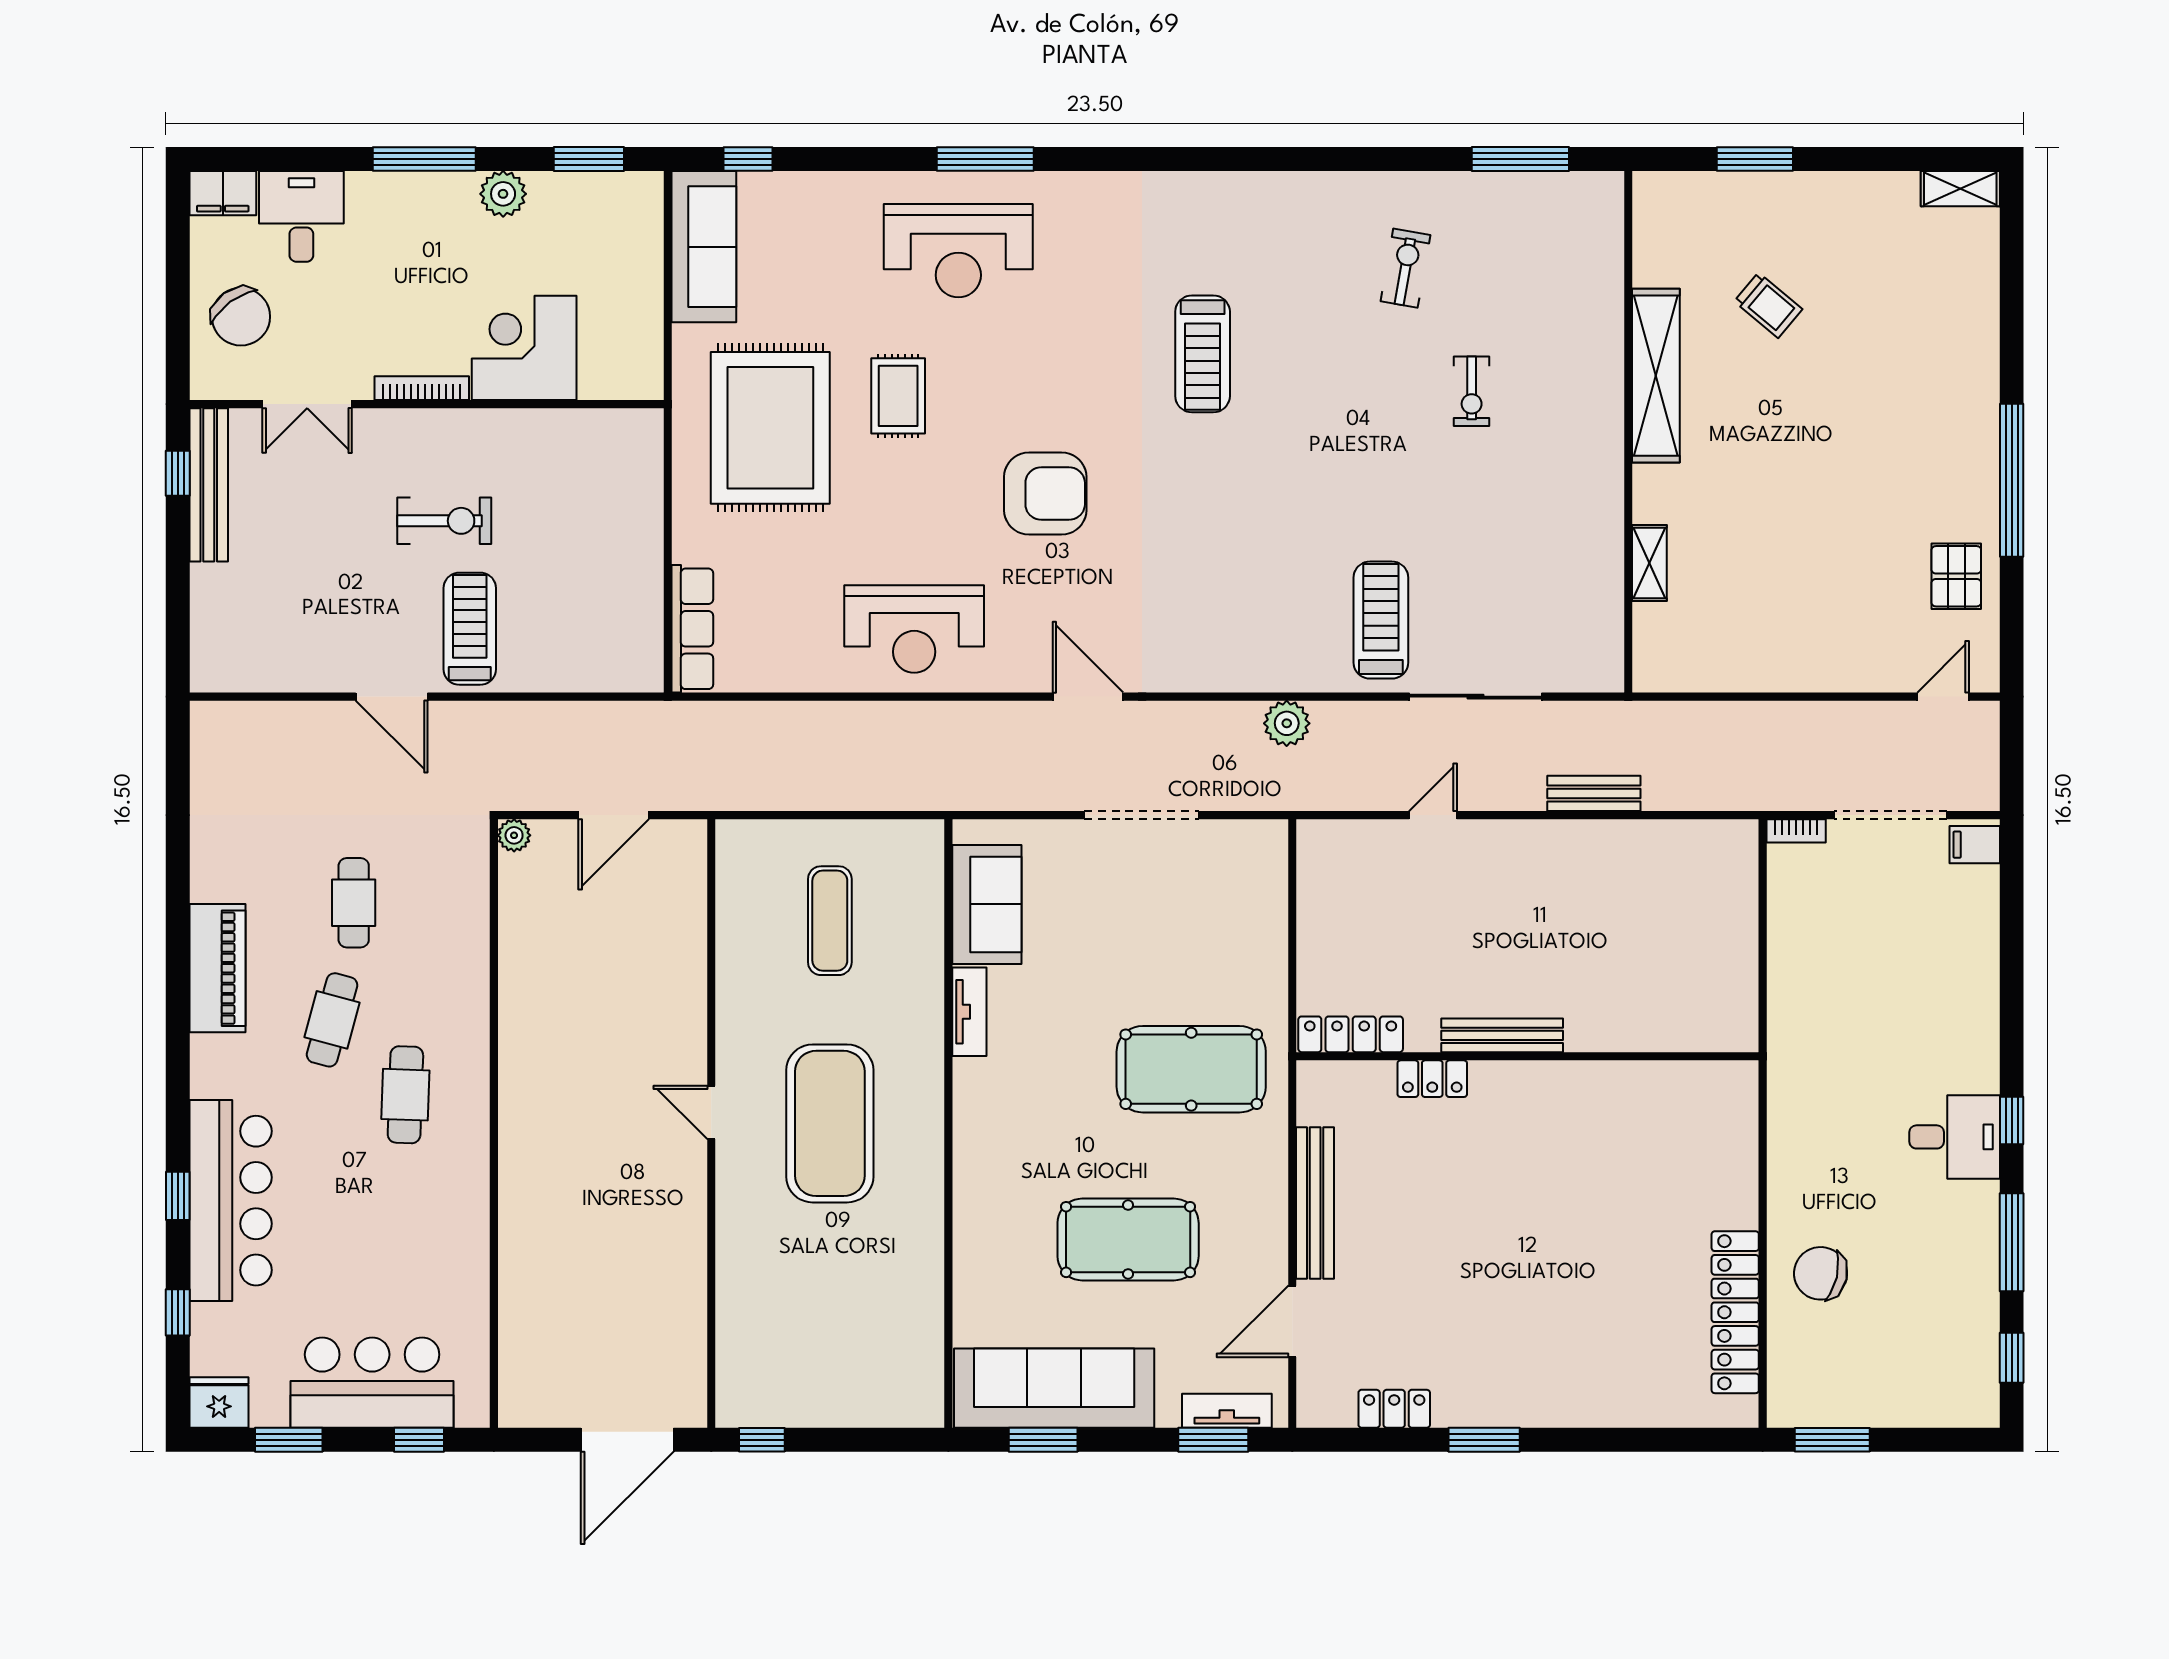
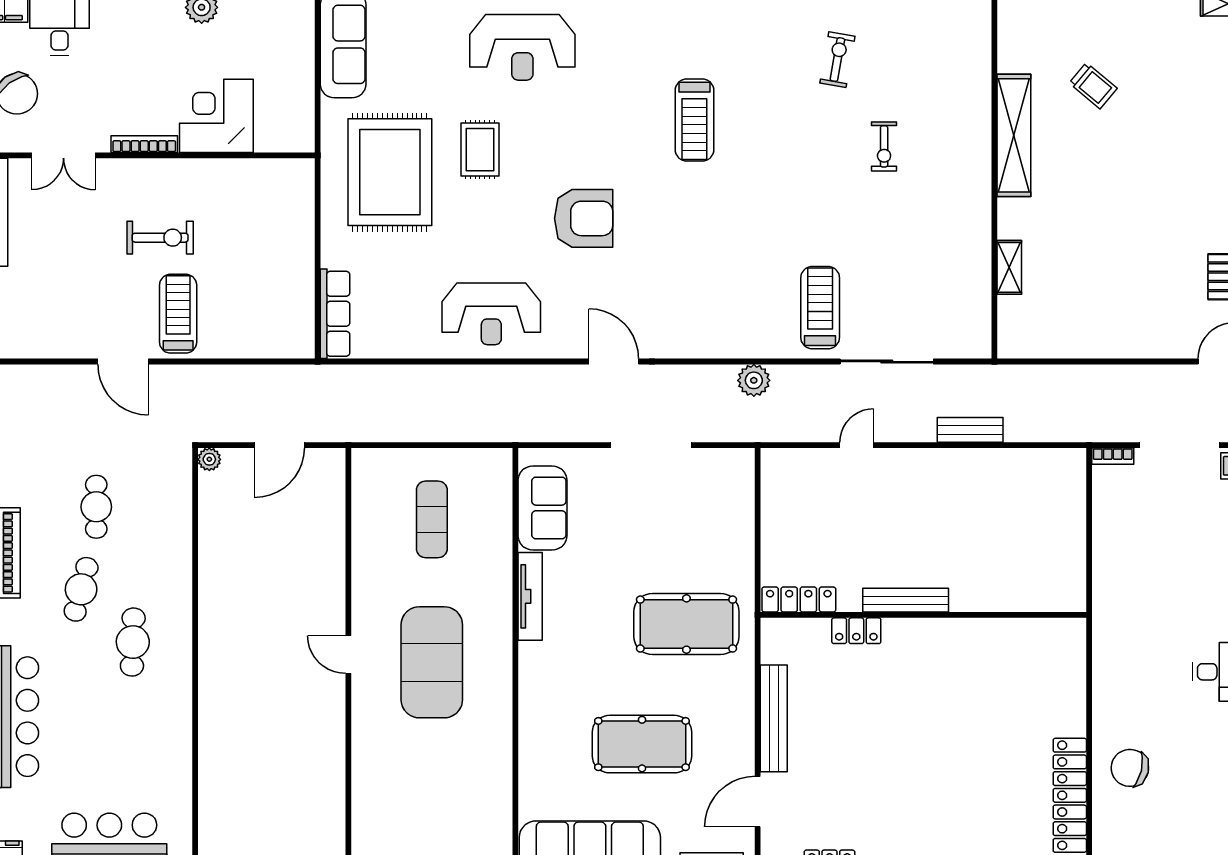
tv unit: (969, 1012) -> (530, 596), width x1.41

